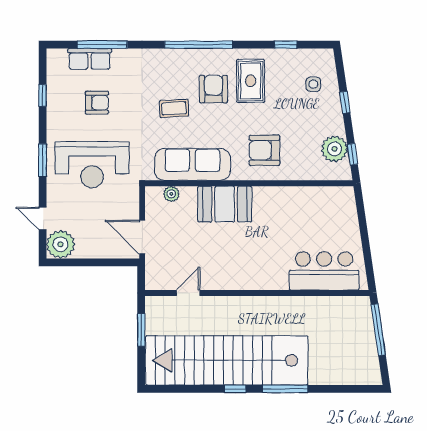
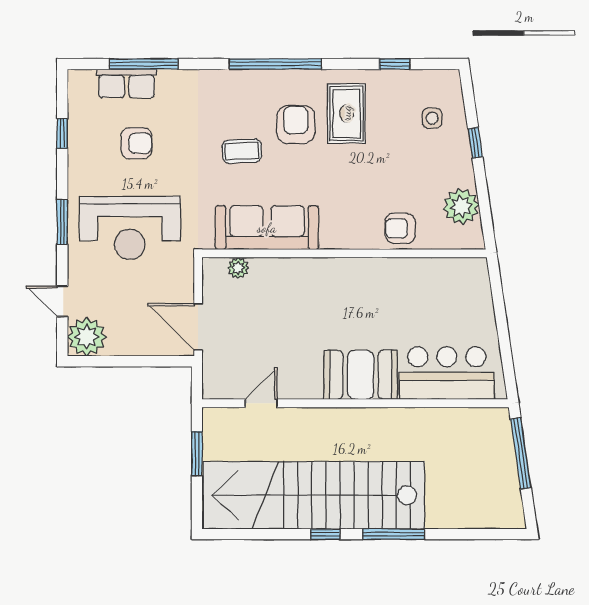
armchair: (264, 150) -> (400, 228), moved, width x0.72, depth x0.72
window: (352, 154) -> (486, 214), removed
booth: (225, 204) -> (361, 375), moved

